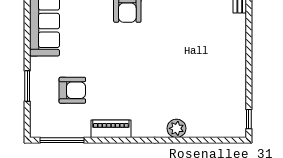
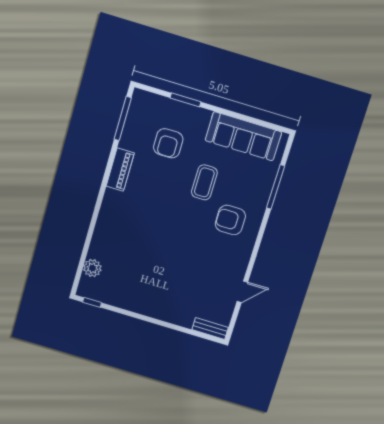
coffee table: (99, 45) -> (204, 182), added
plant: (176, 128) -> (92, 268), moved

